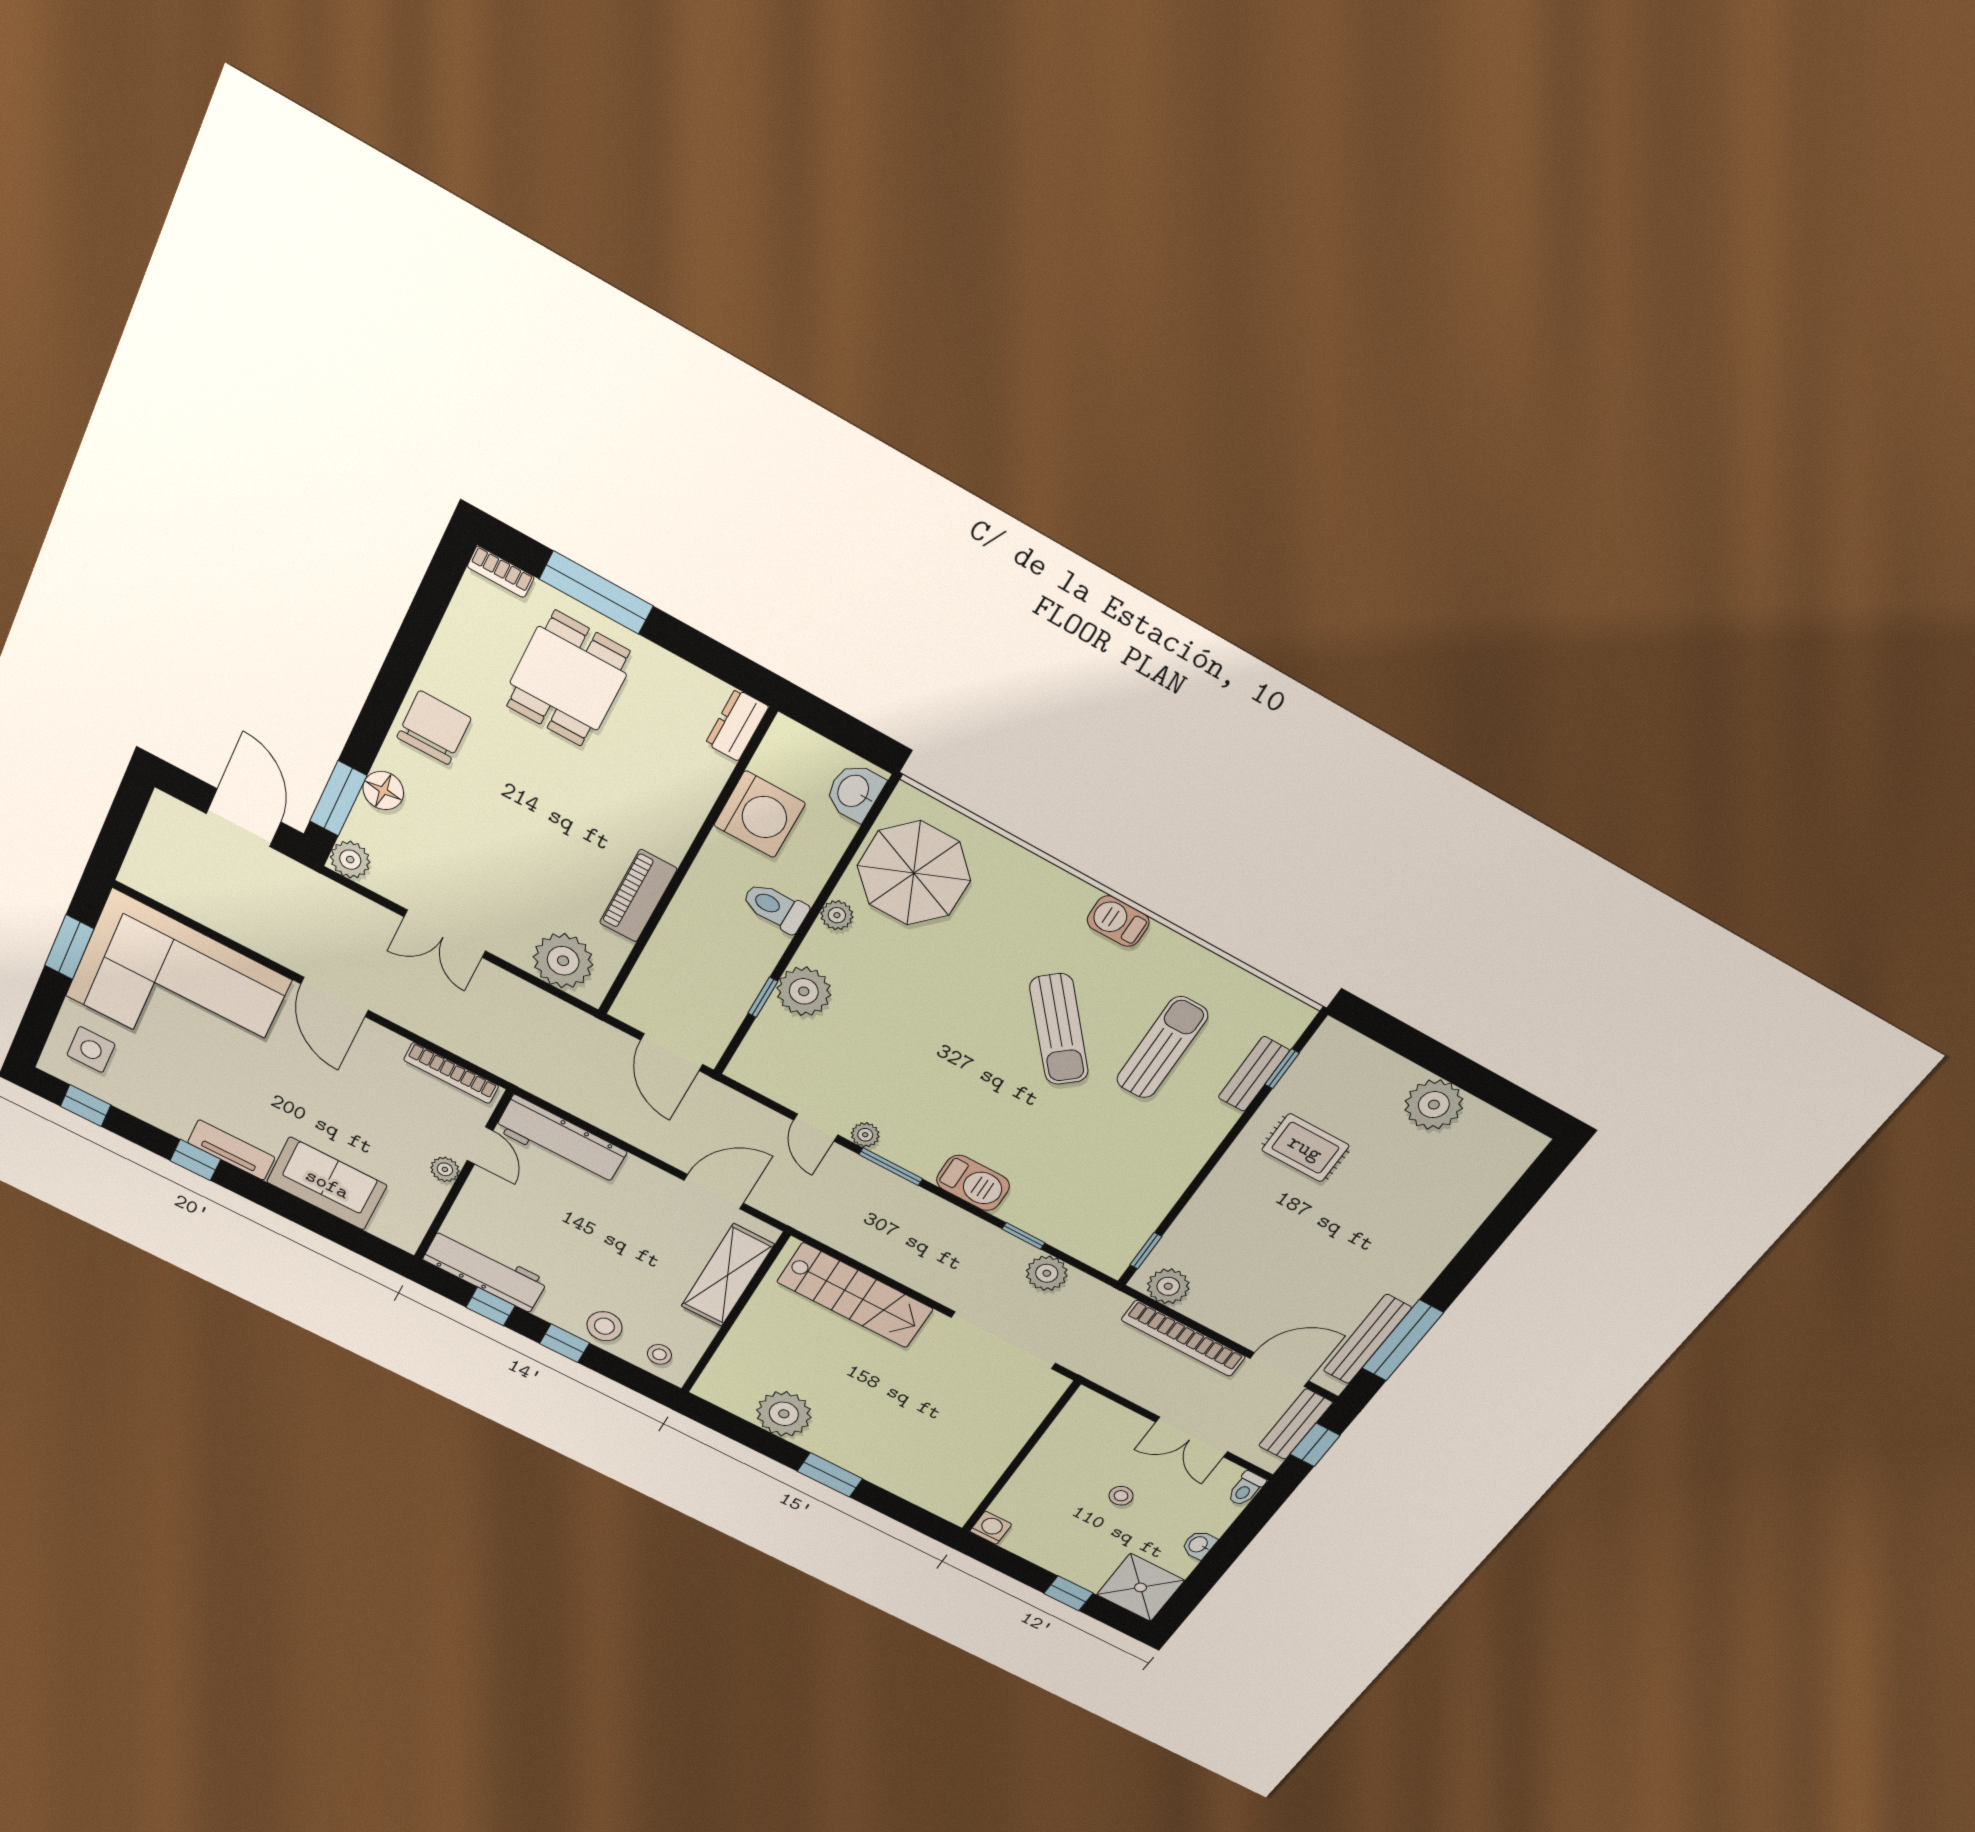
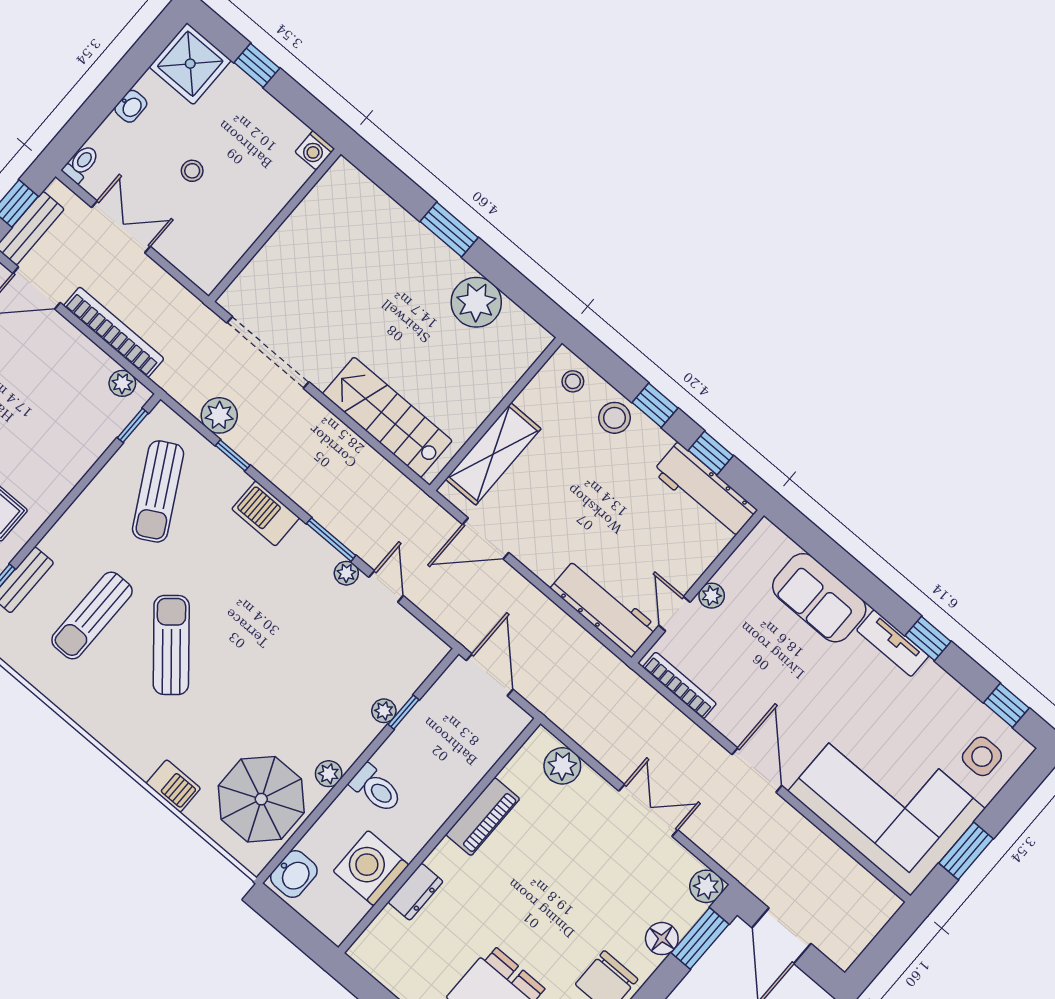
dresser: (737, 725) -> (416, 892), moved
barbecue: (1118, 921) -> (173, 786), moved
plant: (563, 961) -> (562, 766), width x0.73, depth x0.73
plant: (804, 991) -> (384, 711), width x0.53, depth x0.53
sun lounger: (1104, 1188) -> (158, 491), added
plant: (1168, 1286) -> (122, 383), width x0.73, depth x0.73

